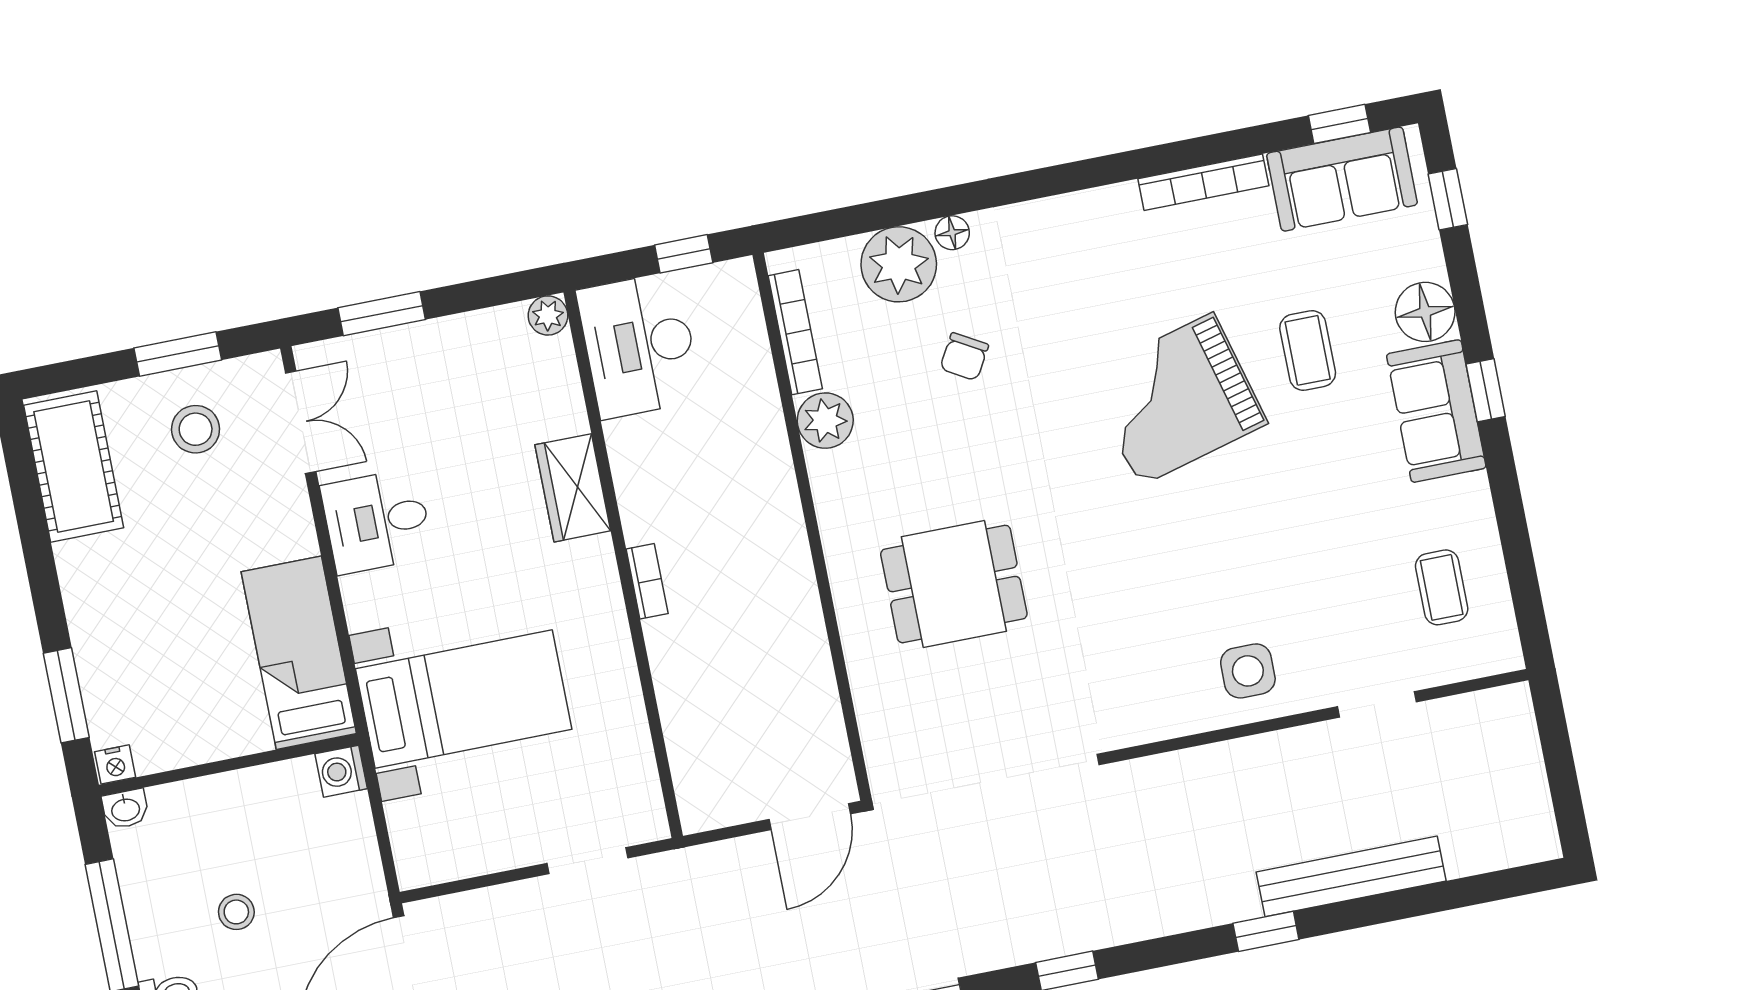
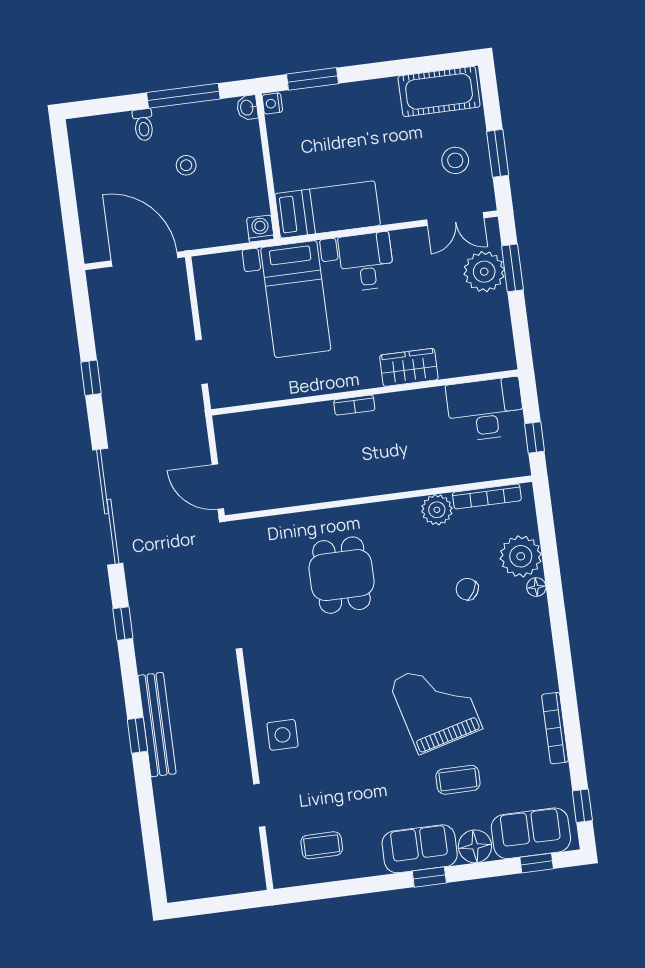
sofa: (1342, 179) -> (531, 833), moved, turned 90
plant: (548, 315) -> (484, 272), moved, width x1.88, depth x1.88
desk: (377, 521) -> (366, 262), moved
bench: (1351, 876) -> (157, 725), moved

